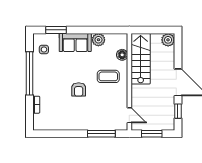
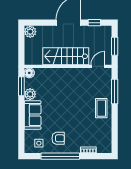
window: (56, 30) -> (21, 86), moved
floor lamp: (122, 55) -> (29, 73), moved
stairs: (141, 59) -> (66, 56), moved
coffee table: (108, 76) -> (101, 108), moved
armchair: (79, 89) -> (58, 138), moved

